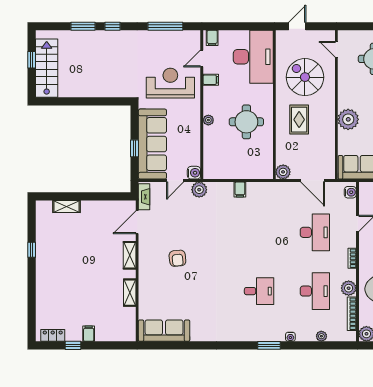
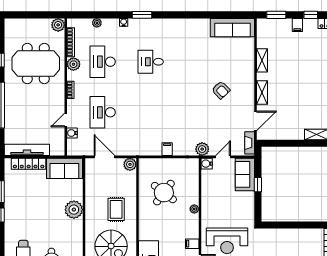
round table: (246, 122) -> (164, 193), moved, turned 37
sofa: (152, 144) -> (245, 174), width x0.54, depth x0.79
water cooler: (350, 192) -> (72, 133), moved
armchair: (177, 258) -> (221, 90), turned 142
window: (113, 345) -> (276, 15), added

